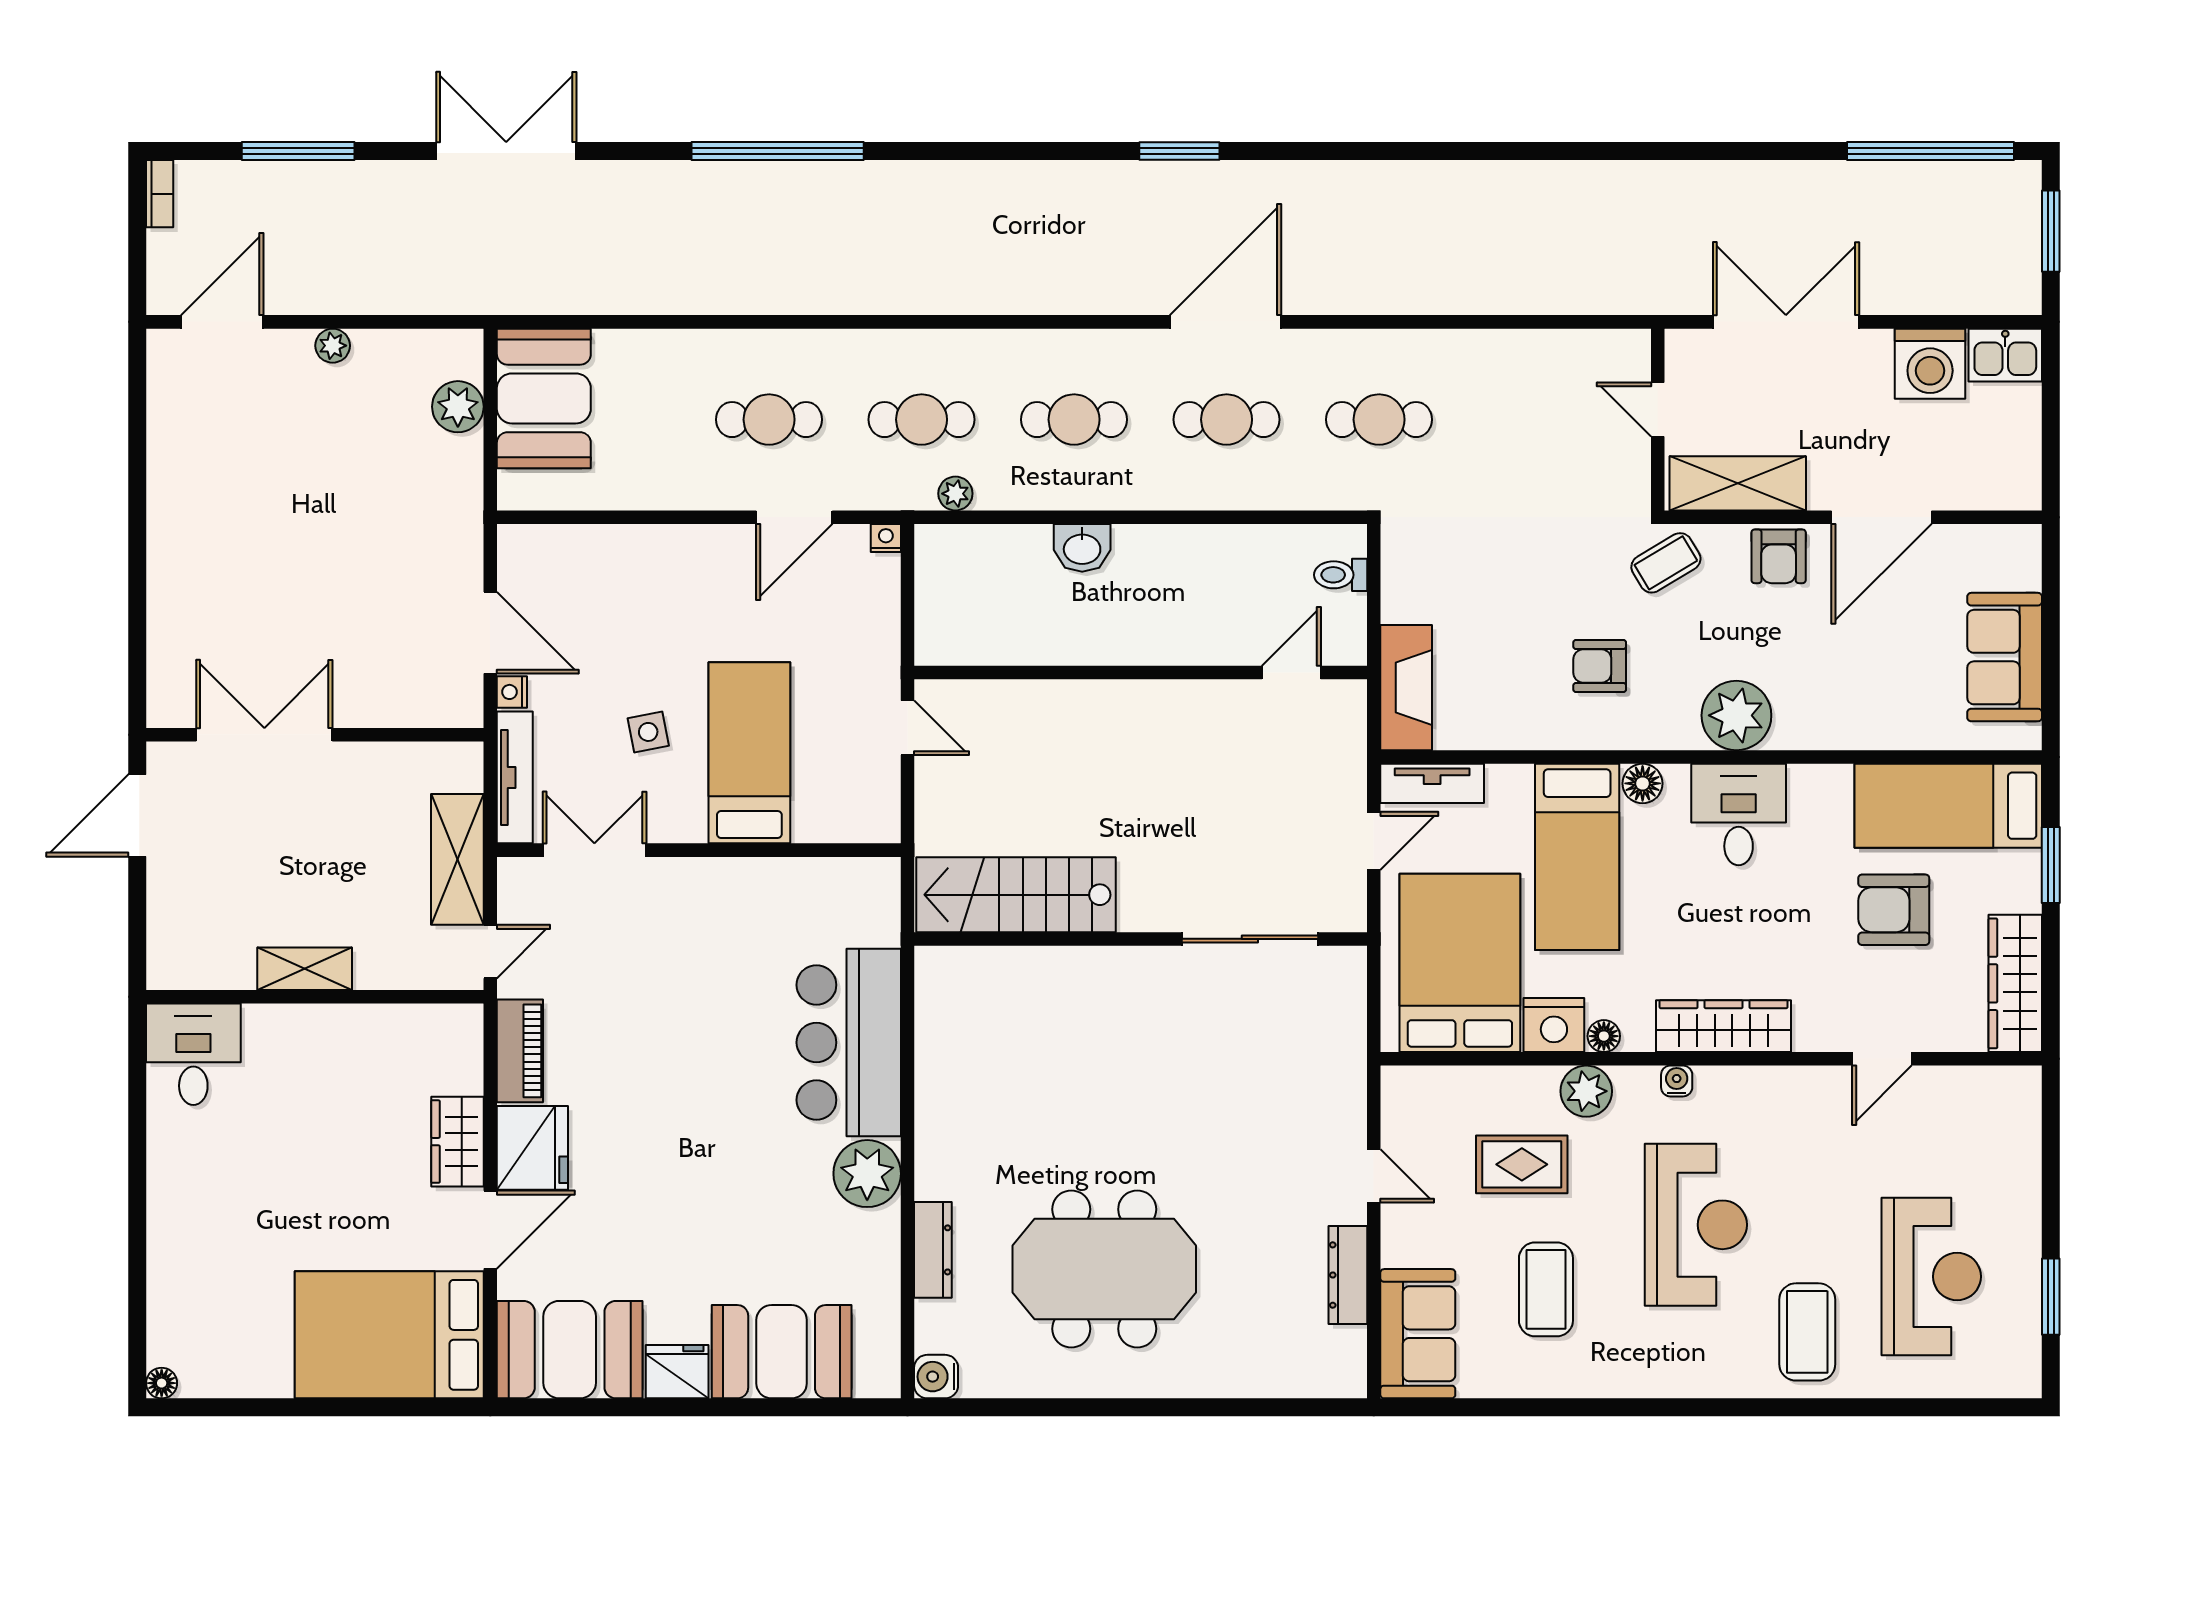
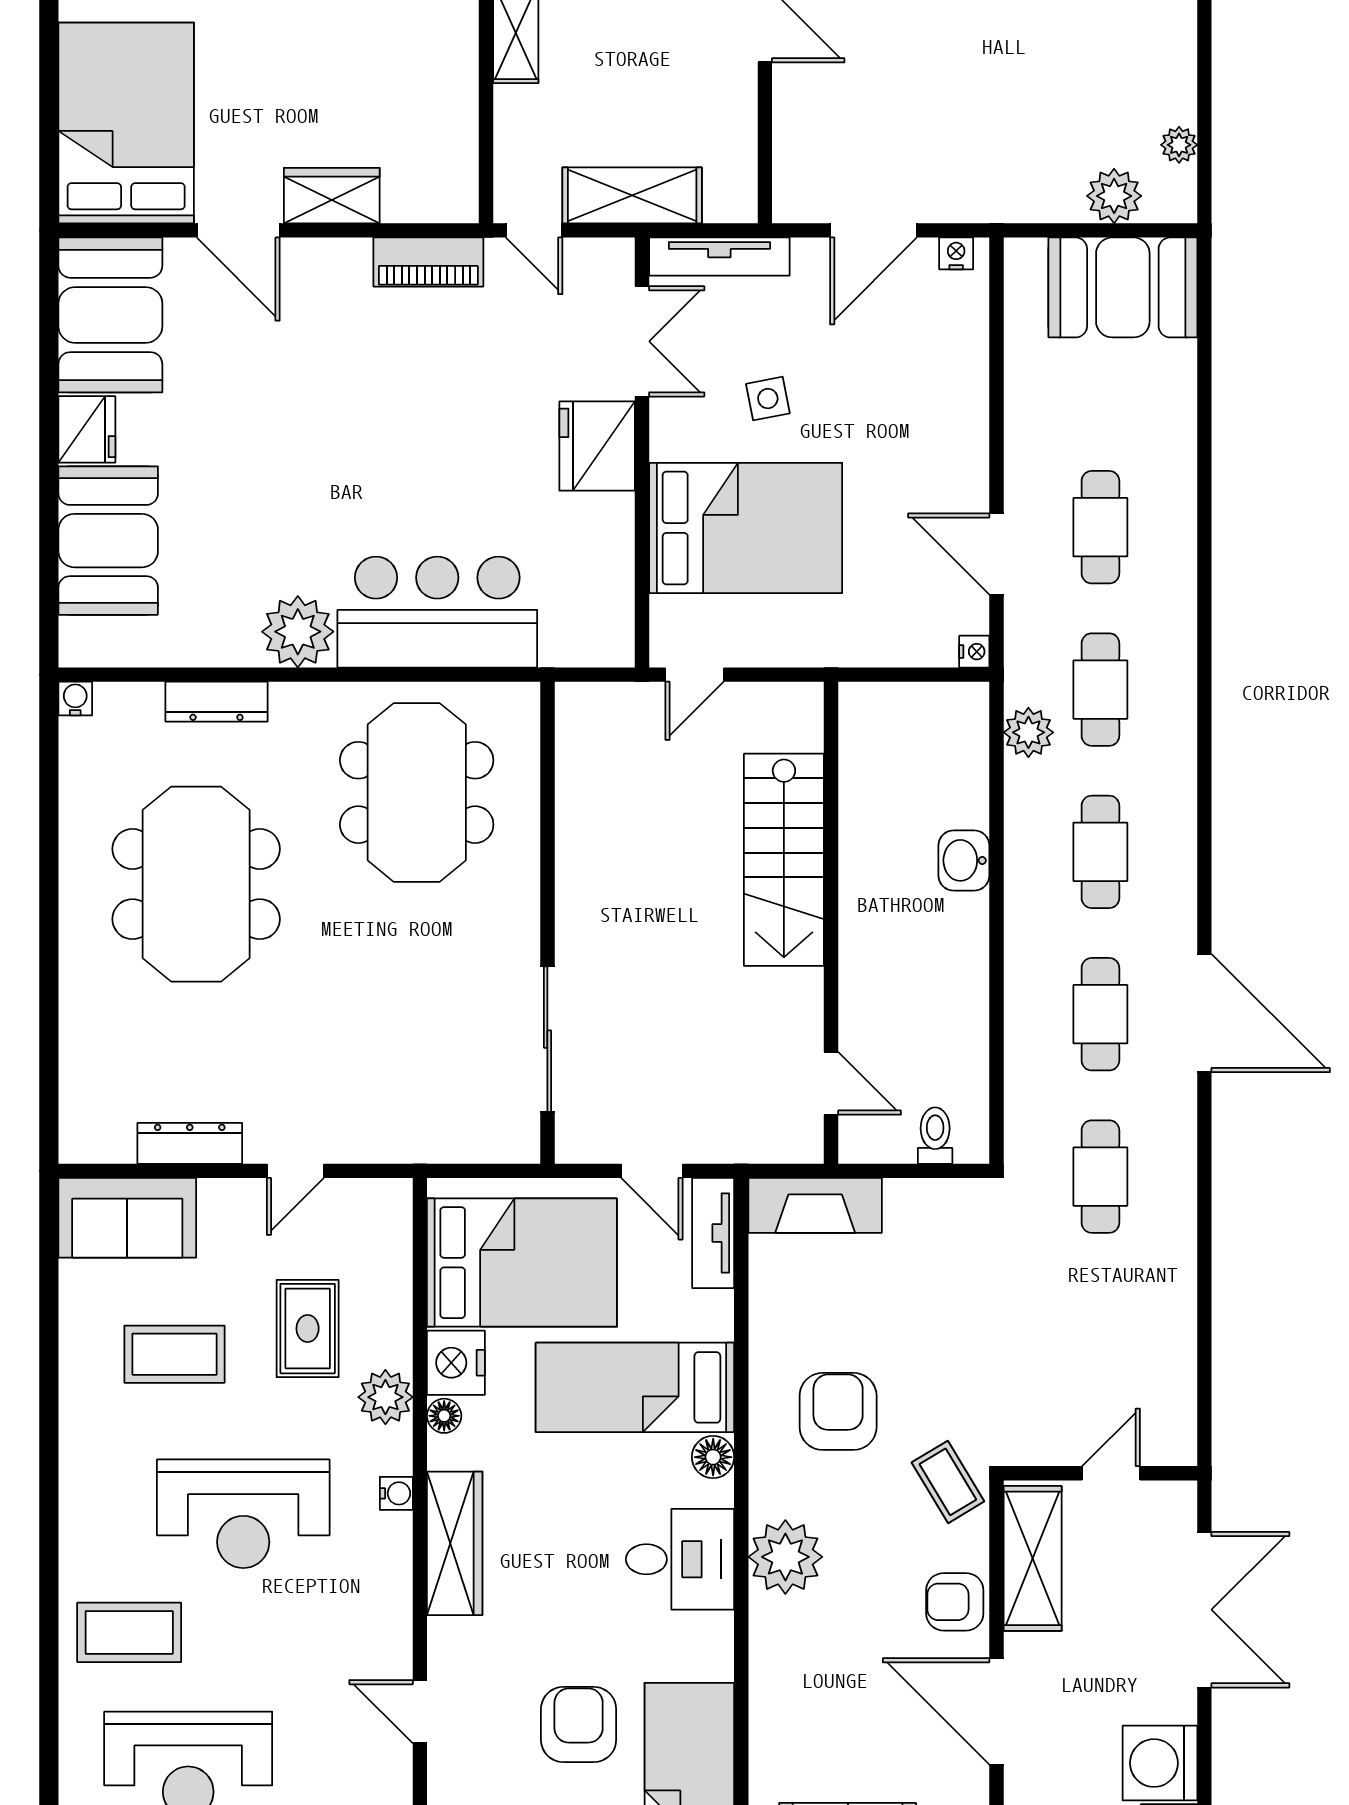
plant: (333, 346) -> (1179, 145), moved
plant: (955, 494) -> (1028, 732), width x1.38, depth x1.38
armchair: (1600, 666) -> (838, 1411), width x1.38, depth x1.38
nightstand: (512, 692) -> (956, 253), moved
door: (908, 728) -> (695, 675), moved
bed: (749, 753) -> (746, 528), width x1.50
stairs: (1016, 895) -> (784, 860), moved, turned 180
meeting table: (1018, 1062) -> (417, 792), added
fridge: (532, 1148) -> (597, 446), moved, turned 90
water cooler: (936, 1377) -> (75, 699), width x0.72, depth x0.72

